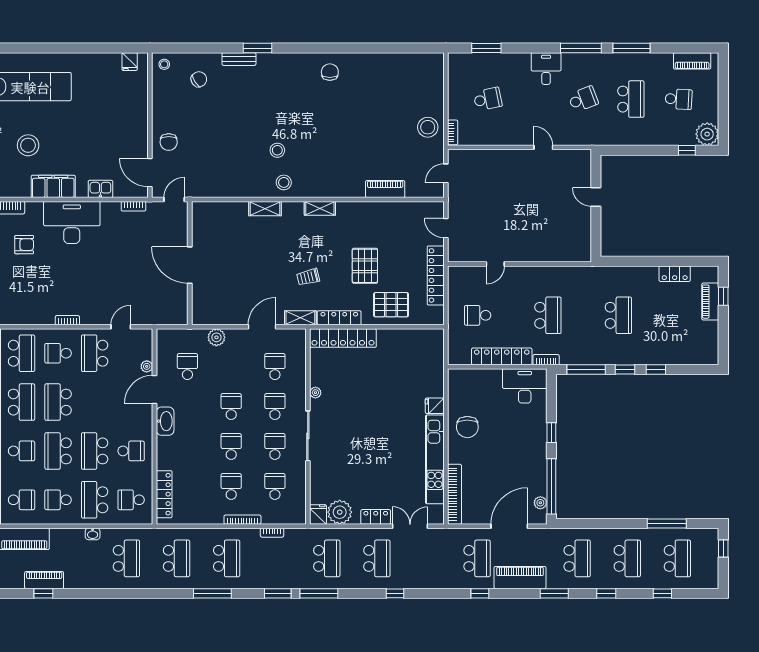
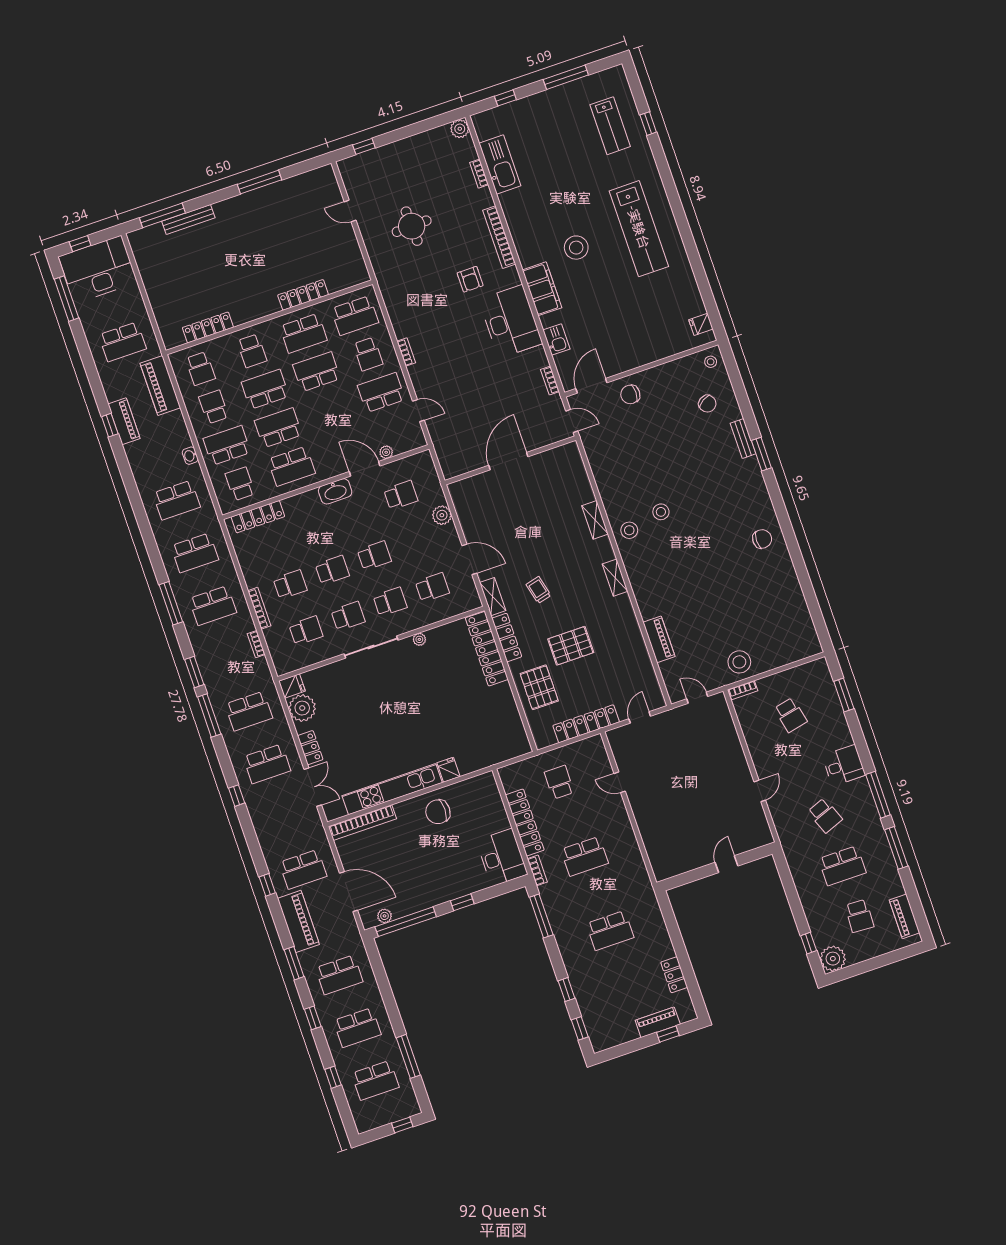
school desk: (58, 353) -> (368, 354), turned 180
window: (625, 369) -> (580, 1028), moved
school desk: (131, 451) -> (291, 466), width x1.85

